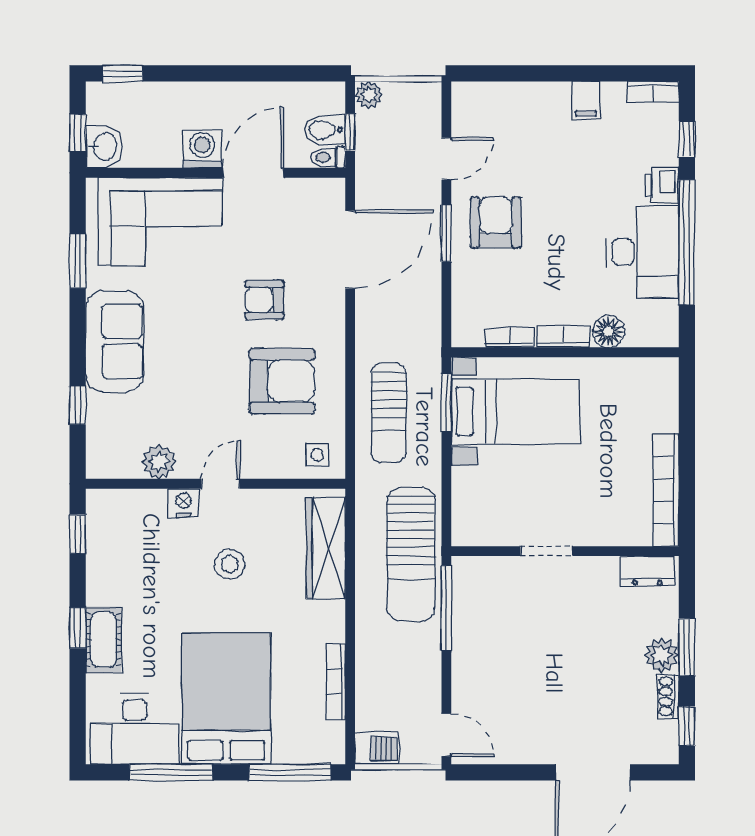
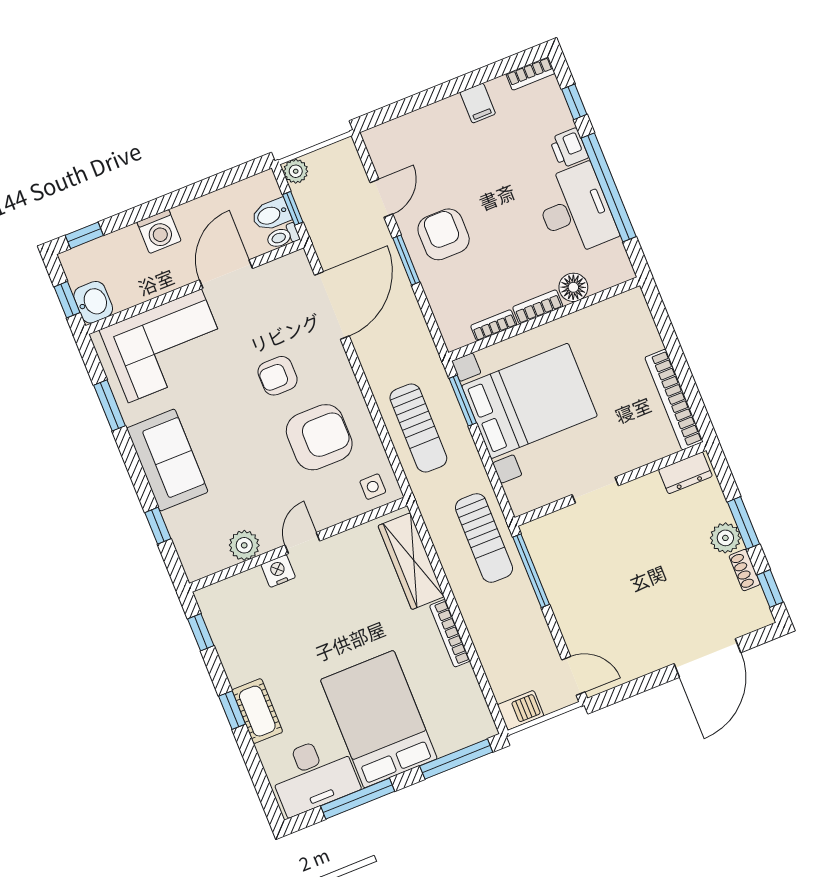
washing machine: (202, 149) -> (159, 231), moved, turned 180
bed with nightstands: (515, 411) -> (529, 401), width x1.36
sun lounger: (411, 554) -> (484, 538), width x0.73, depth x0.75
stool: (230, 564) -> (337, 607), removed
bookcase: (336, 682) -> (450, 633), moved

